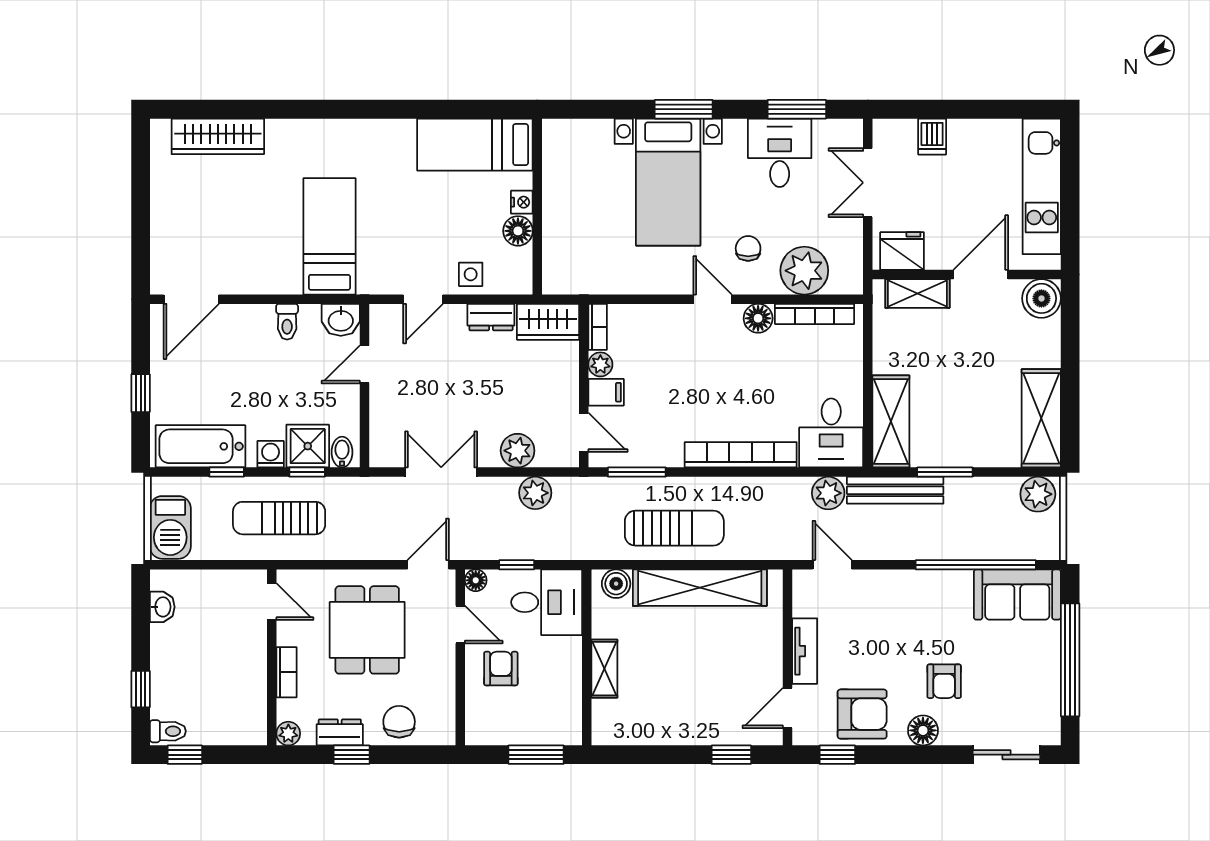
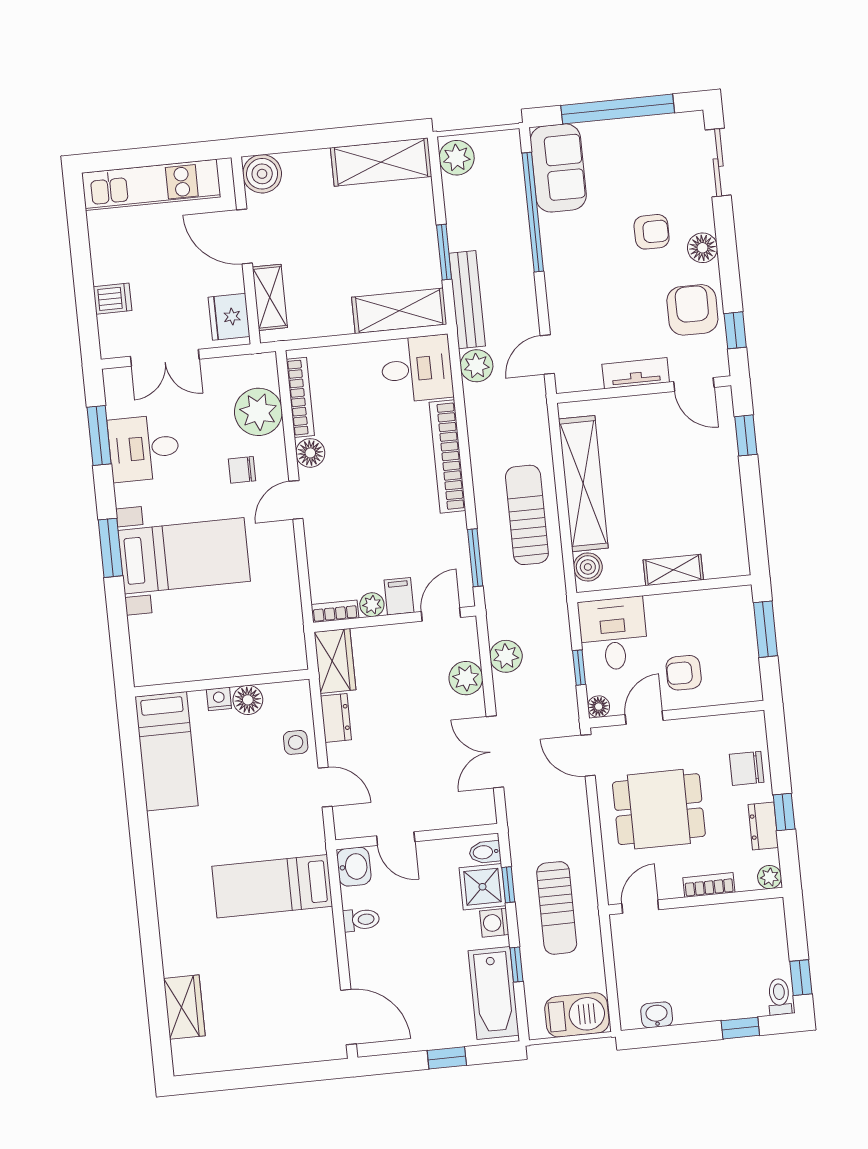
wardrobe: (218, 136) -> (184, 1007), width x0.67

